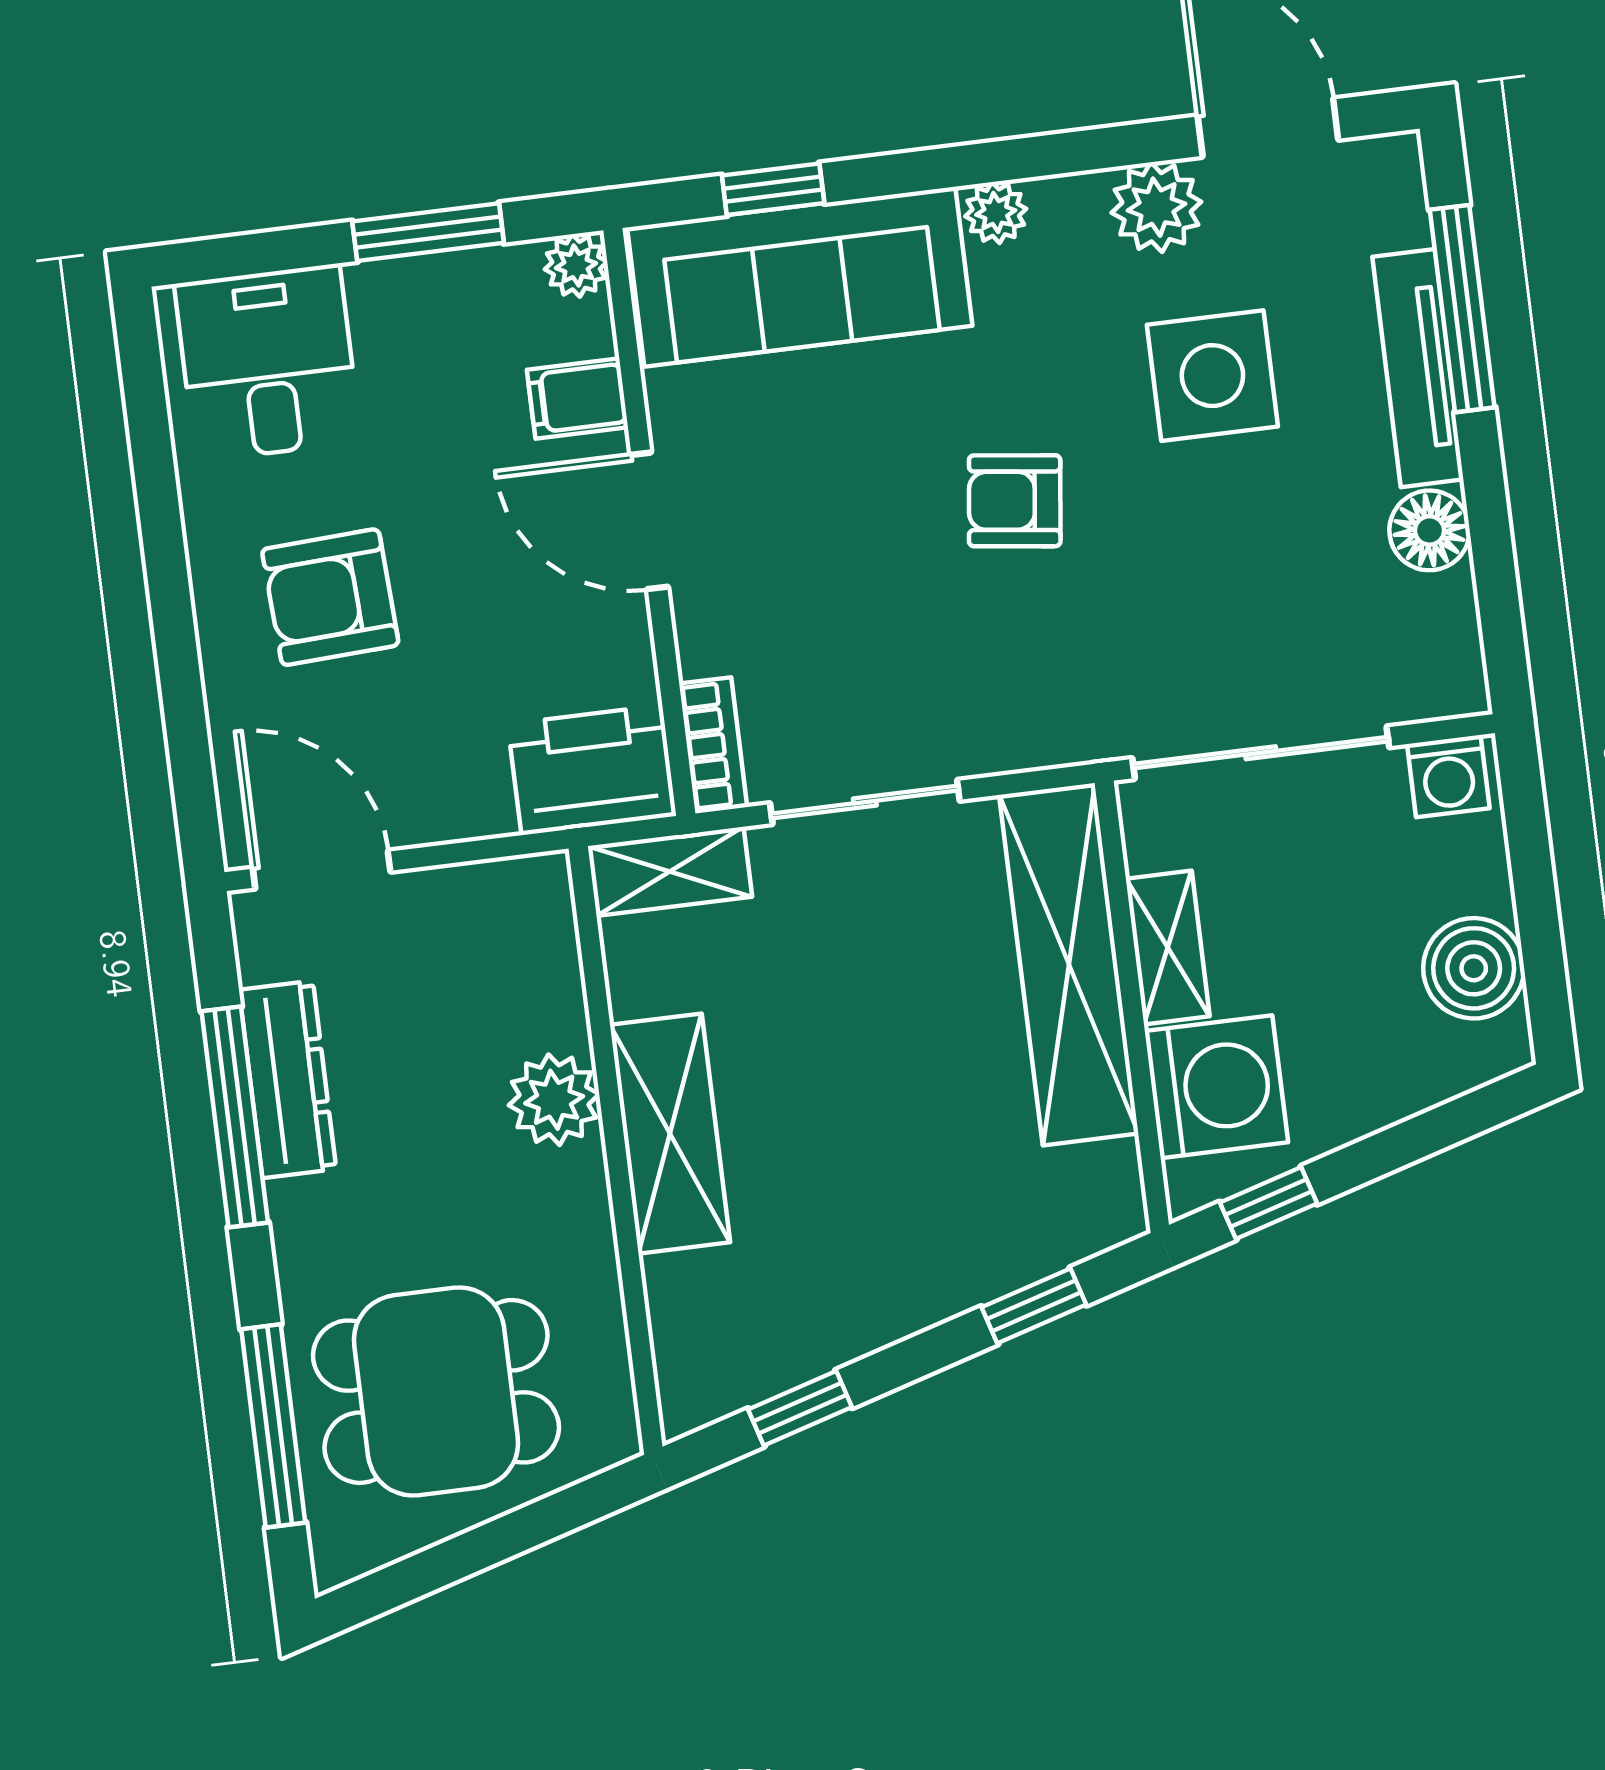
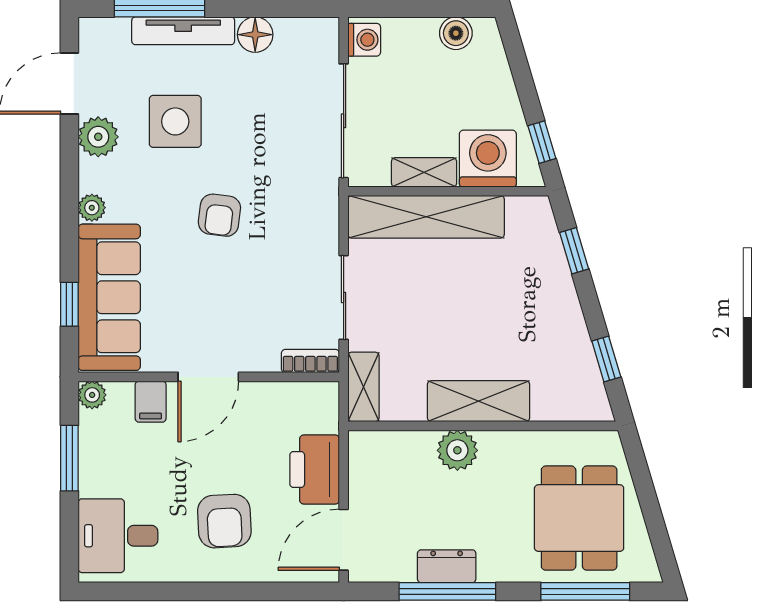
printer: (592, 770) -> (315, 470), moved
boiler: (1474, 968) -> (456, 33), width x0.73, depth x0.73
dresser: (288, 1079) -> (447, 566), width x0.70

